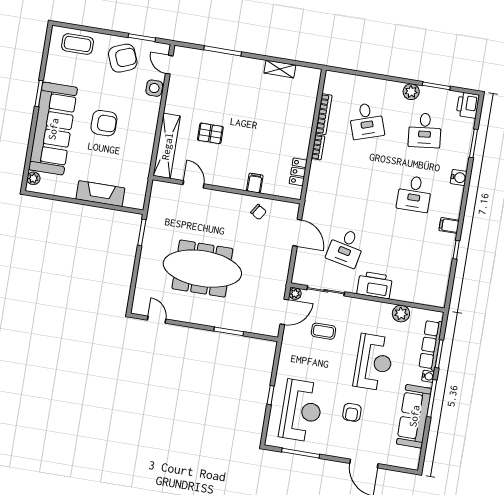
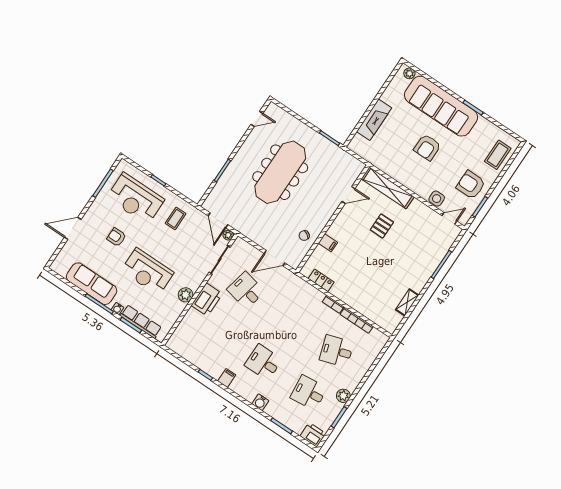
armchair: (123, 58) -> (471, 185), turned 112
plant: (401, 314) -> (186, 295), moved
coffee table: (323, 331) -> (176, 218), moved

